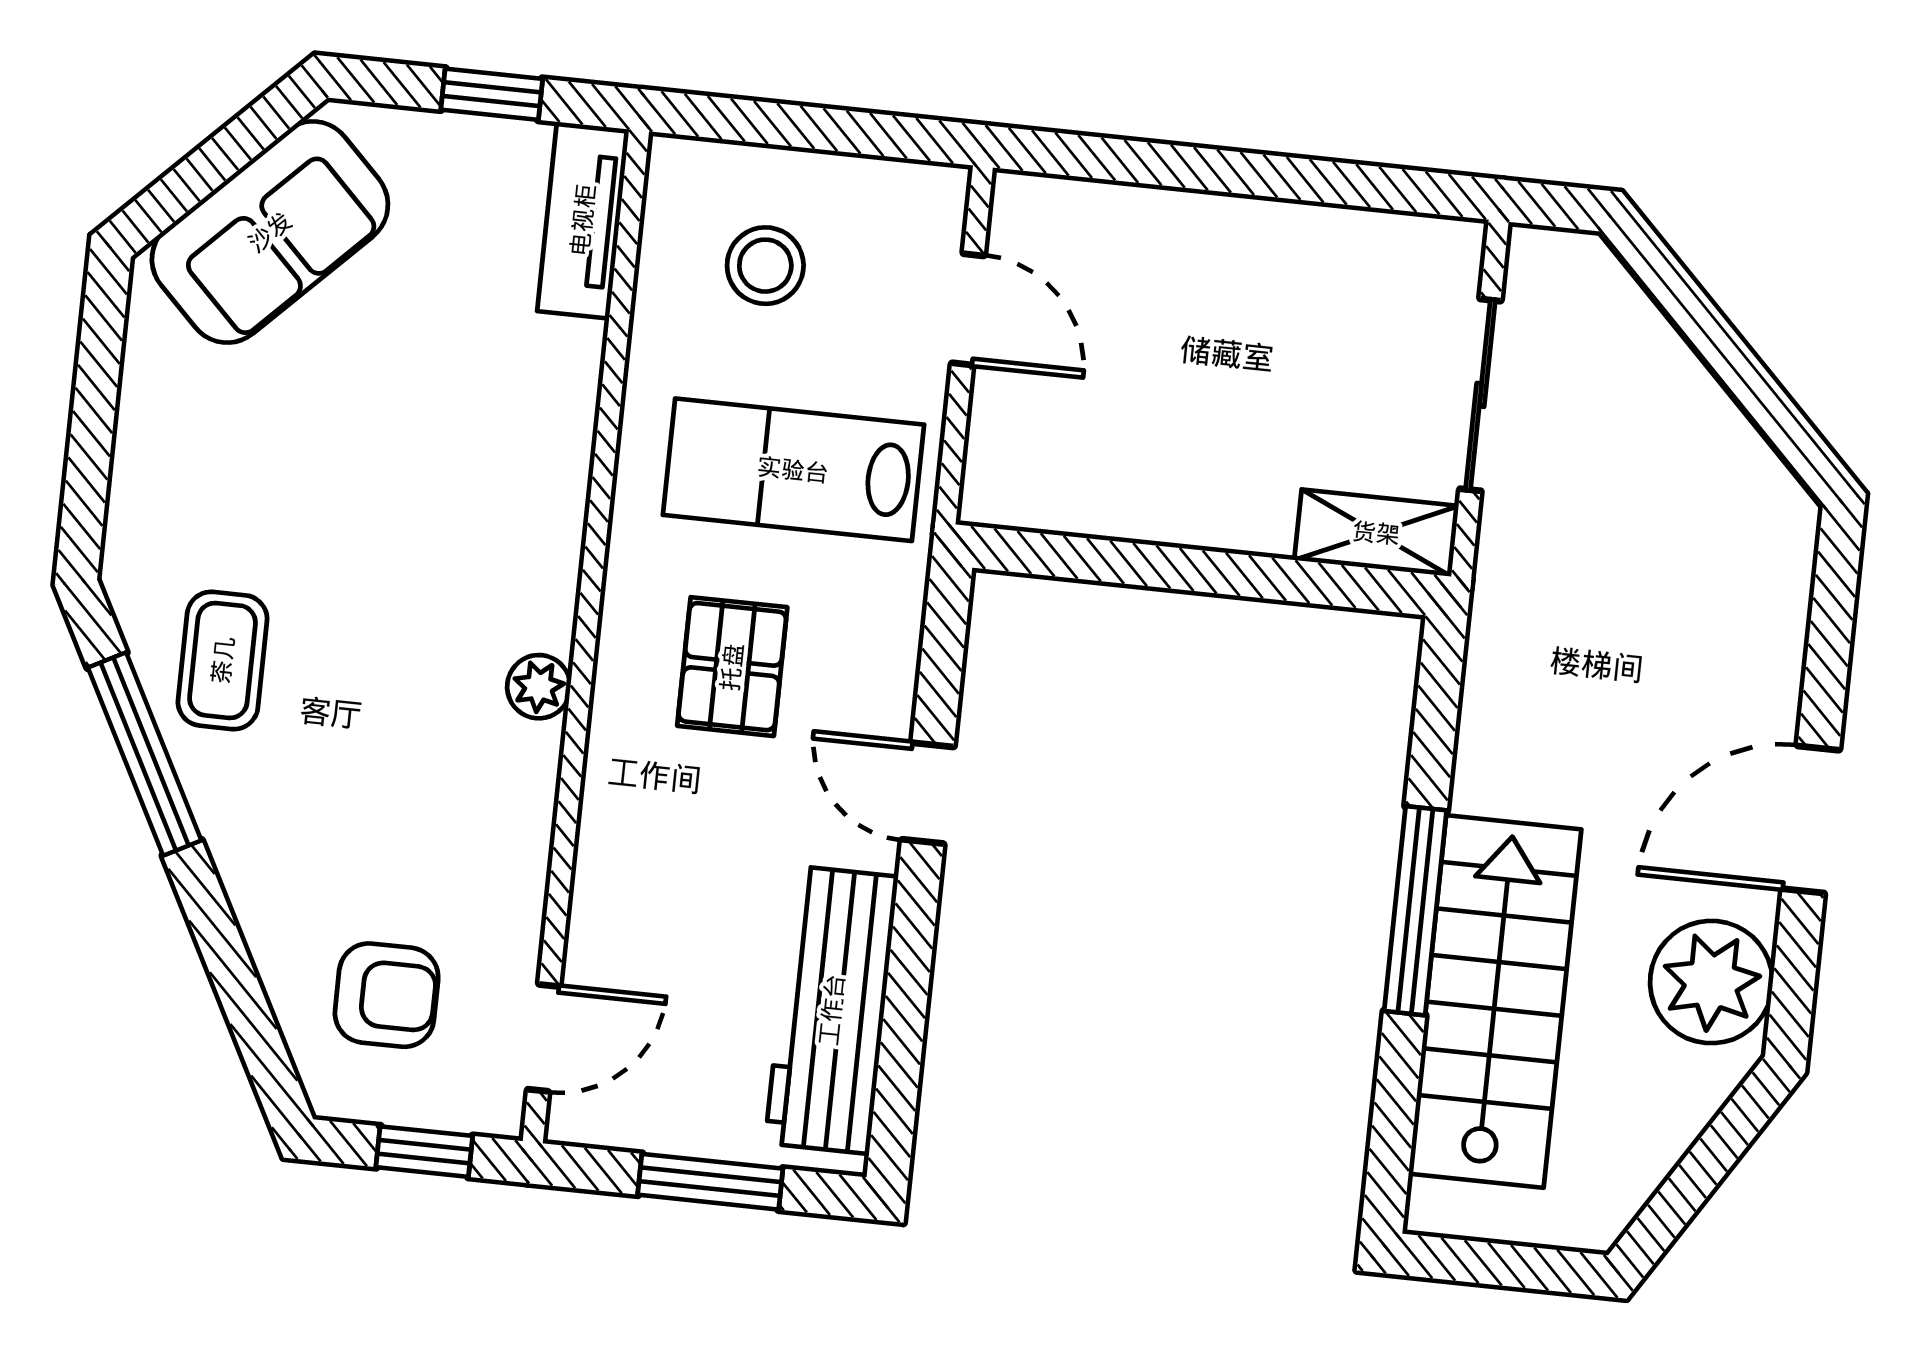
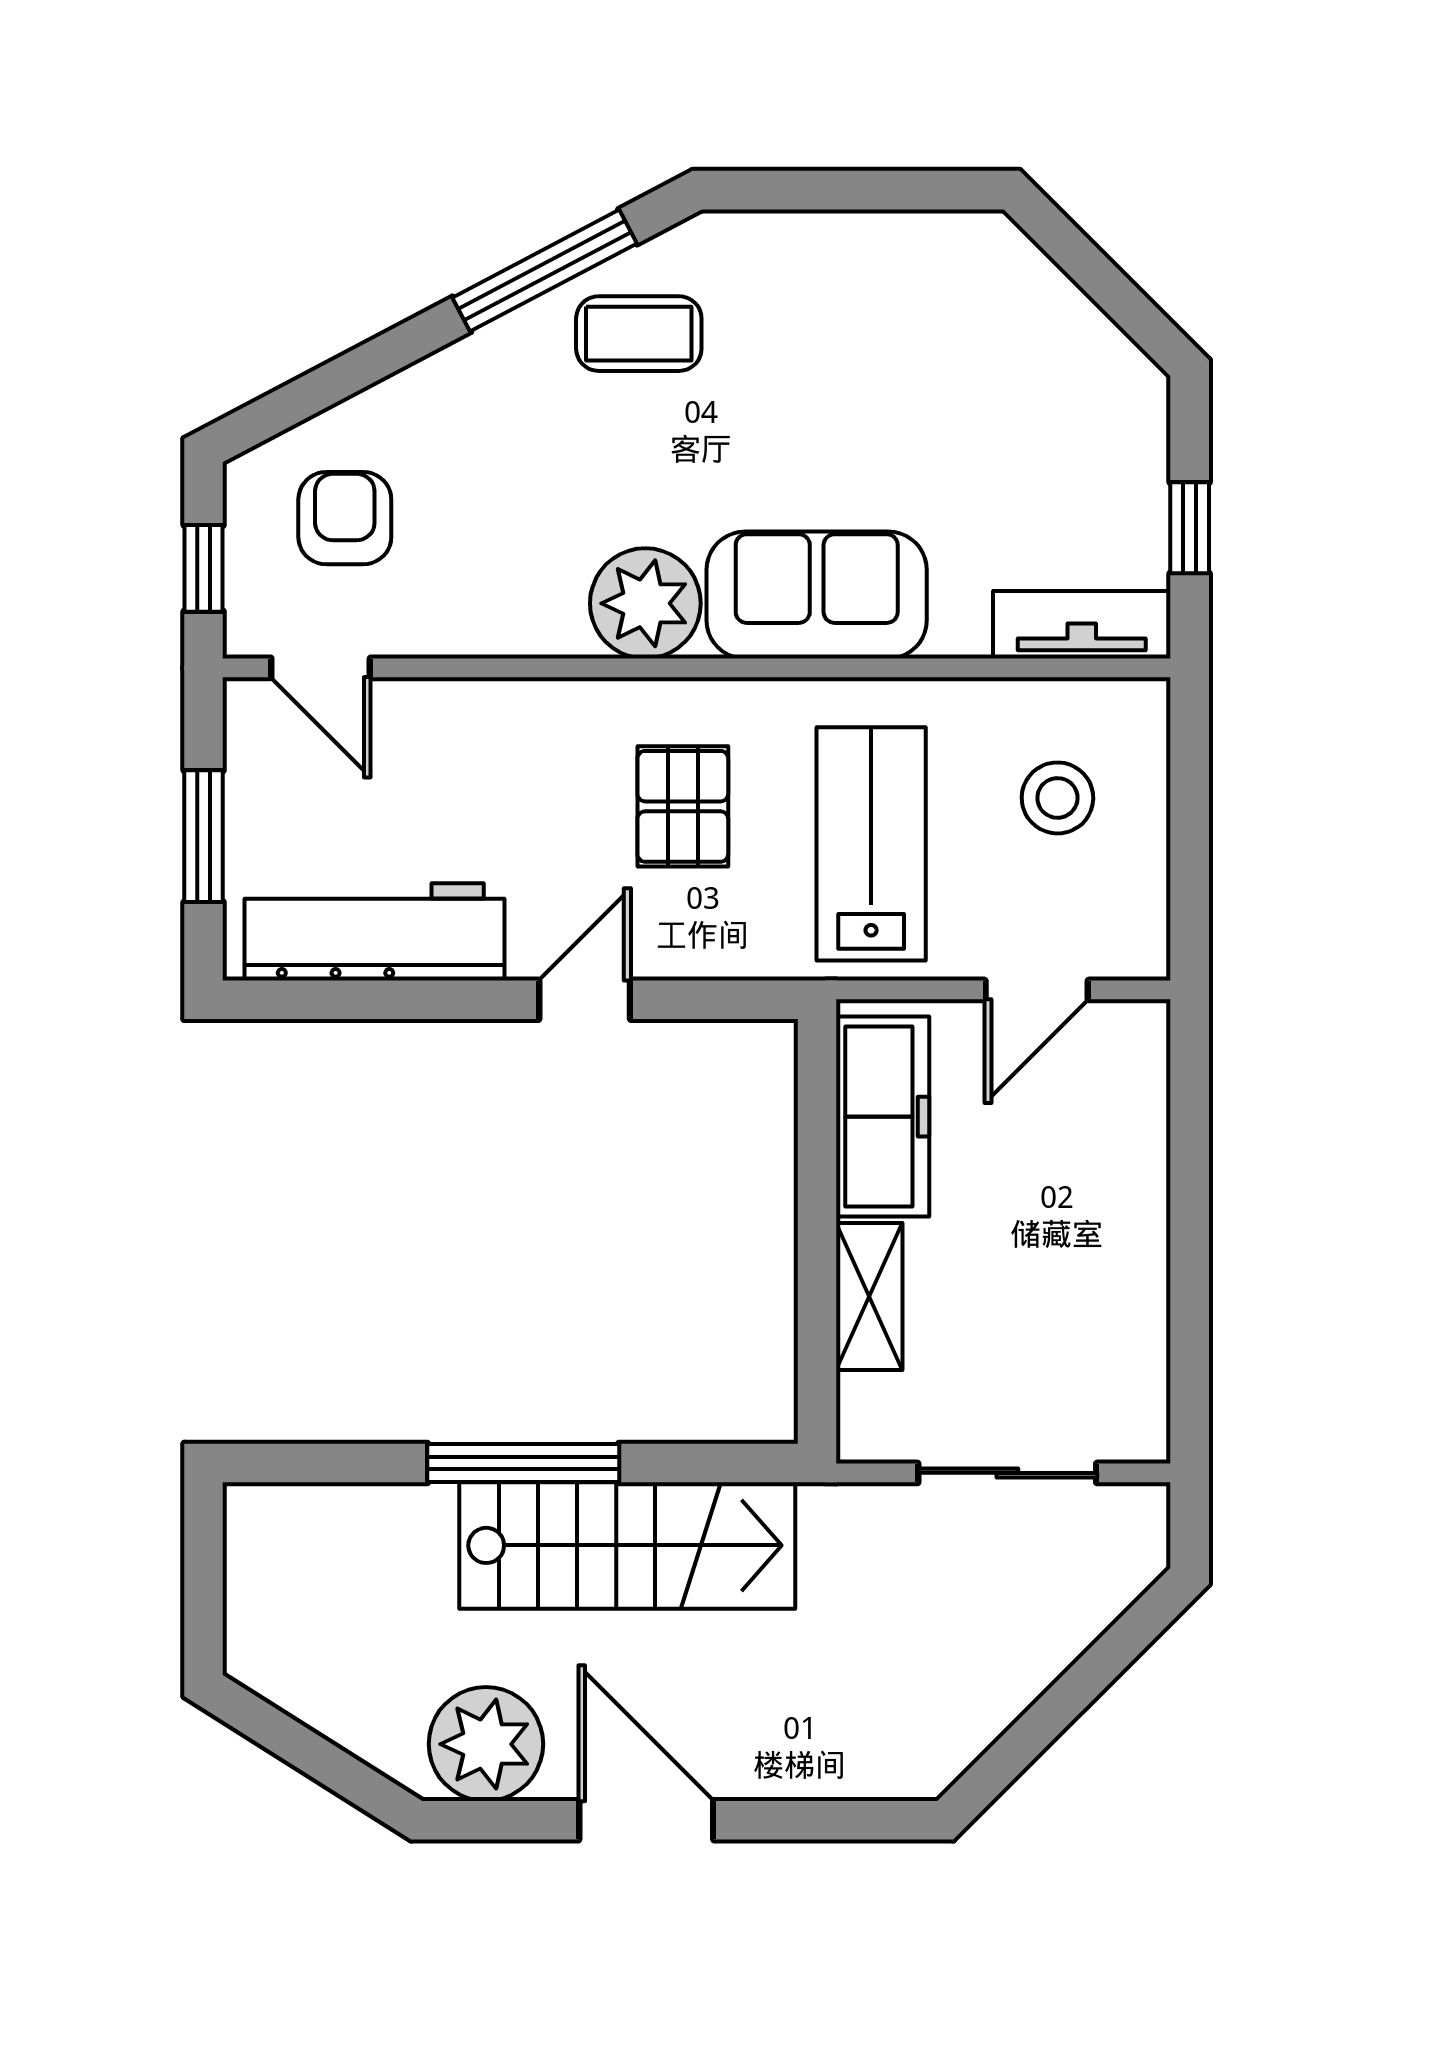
sofa: (270, 232) -> (817, 595), moved, turned 135
freezer: (1086, 488) -> (883, 1117), added
shelving: (1376, 533) -> (869, 1296), moved
pallet: (732, 667) -> (683, 806), turned 90
plant: (539, 687) -> (645, 603), width x1.88, depth x1.88
armchair: (387, 995) -> (345, 518), turned 180
stairs: (1495, 1001) -> (627, 1545), moved

